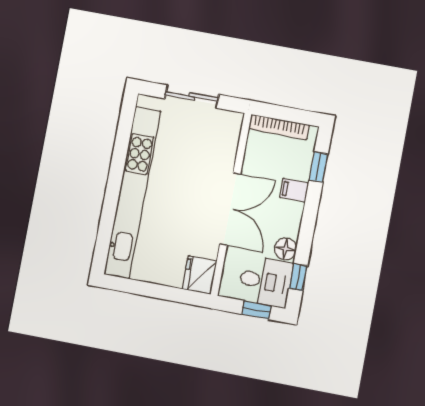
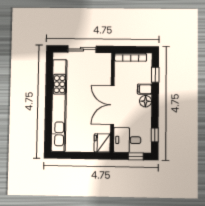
double door: (230, 209) -> (112, 105), swing flipped
floor lamp: (285, 249) -> (146, 101), moved
desk: (265, 281) -> (127, 140), moved, turned 180

